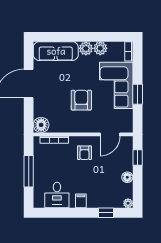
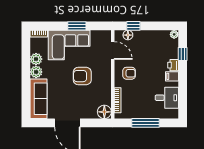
floor lamp: (127, 177) -> (128, 35), moved
printer: (94, 202) -> (173, 65), added

